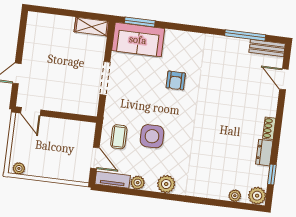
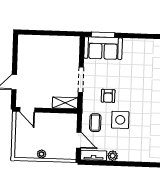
shelving: (92, 27) -> (65, 103), moved
armchair: (176, 80) -> (108, 96), moved
plant: (19, 168) -> (42, 154), moved
plant: (166, 184) -> (134, 155), removed

